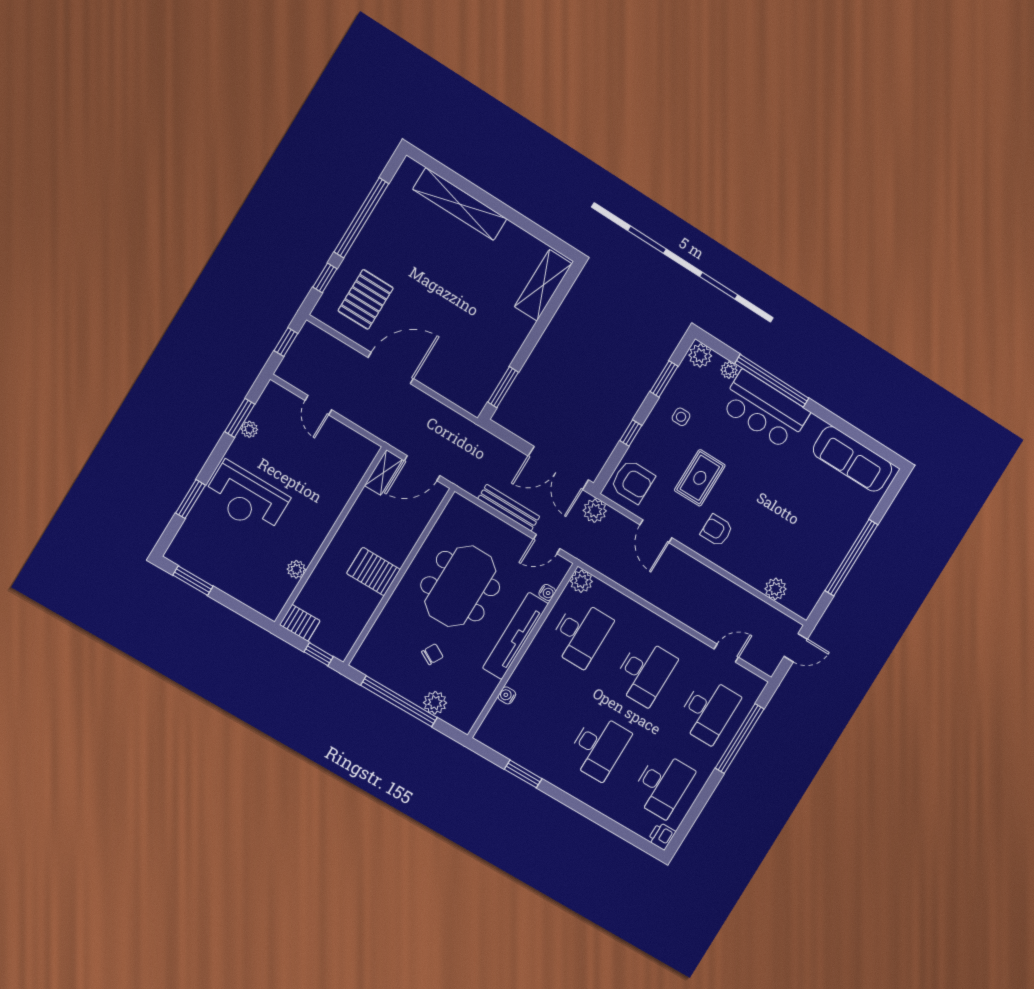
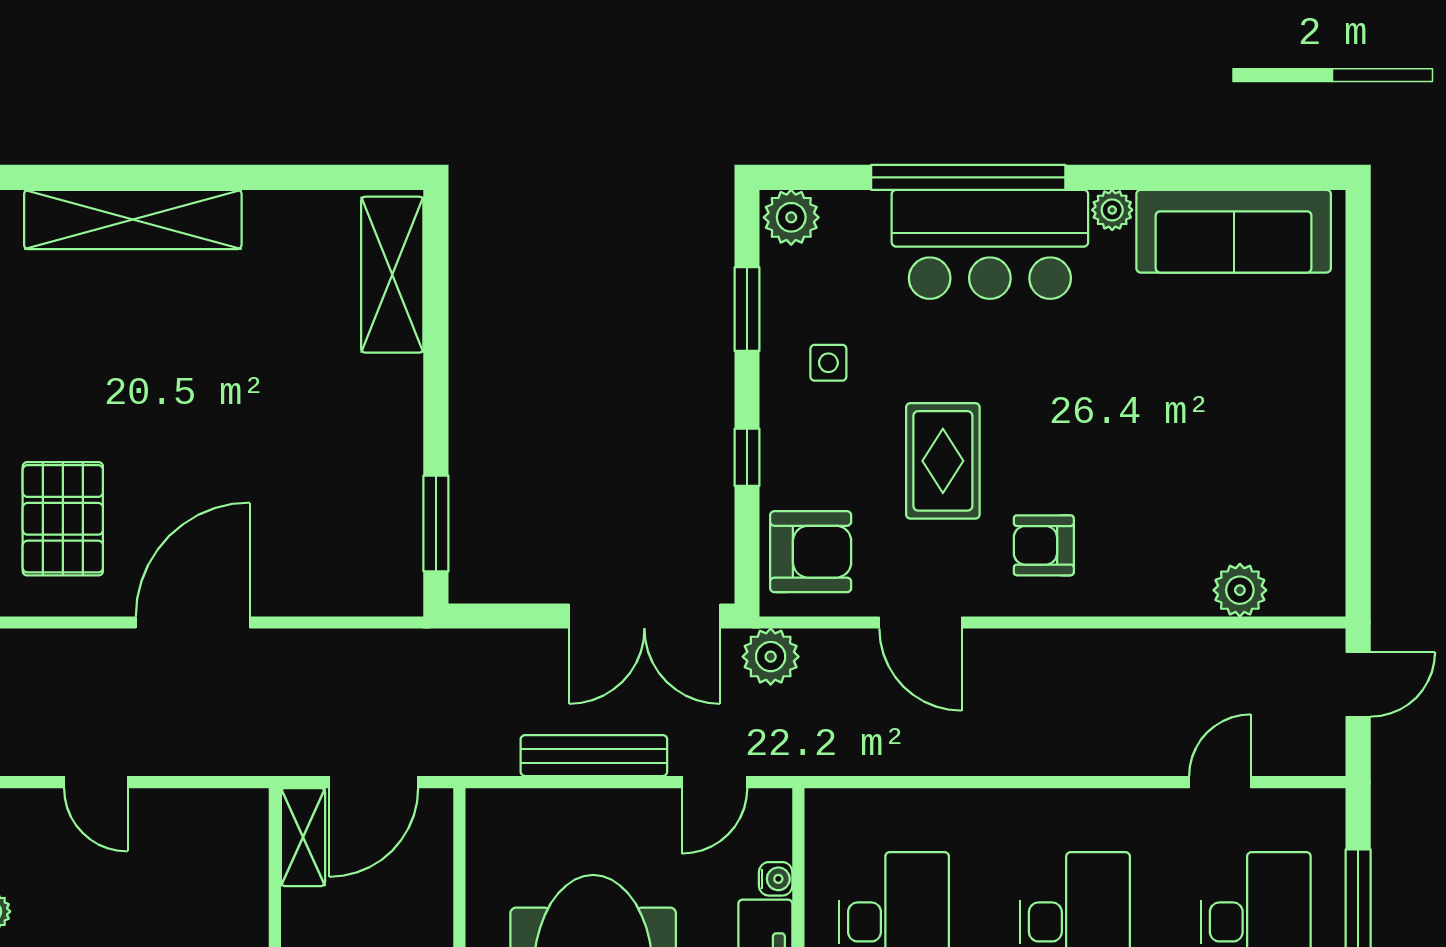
plant: (729, 370) -> (1112, 210), moved
window: (851, 558) -> (1358, 431), removed
plant: (581, 581) -> (831, 815), removed

